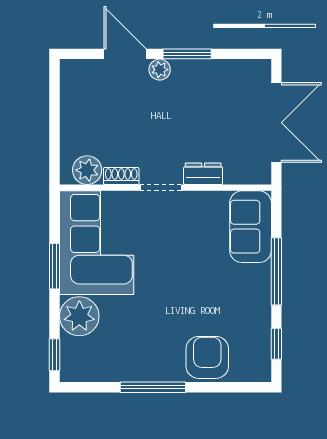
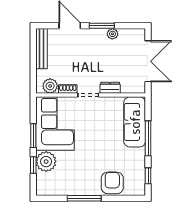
plant: (160, 70) -> (112, 34), moved
bench: (71, 98) -> (42, 49), added
sofa: (251, 227) -> (135, 122), width x1.36
window: (55, 355) -> (33, 165), moved

